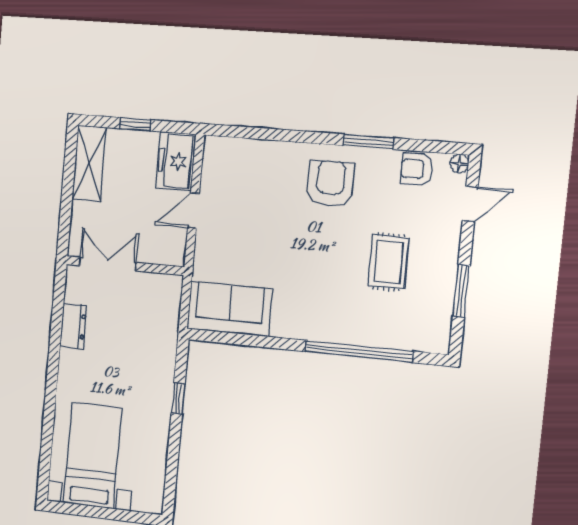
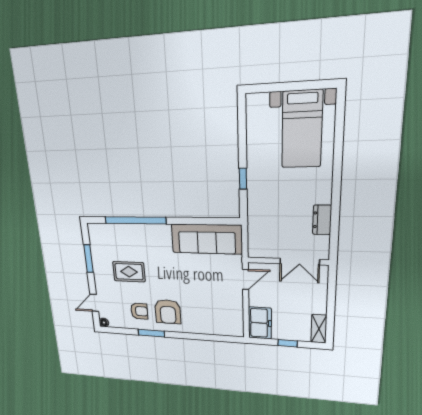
shelving: (89, 163) -> (319, 329), width x0.67, depth x0.75
armchair: (417, 169) -> (139, 311), moved
door: (193, 210) -> (245, 279), moved
rug: (389, 262) -> (129, 272), turned 90
sofa: (230, 309) -> (207, 239), width x1.36

